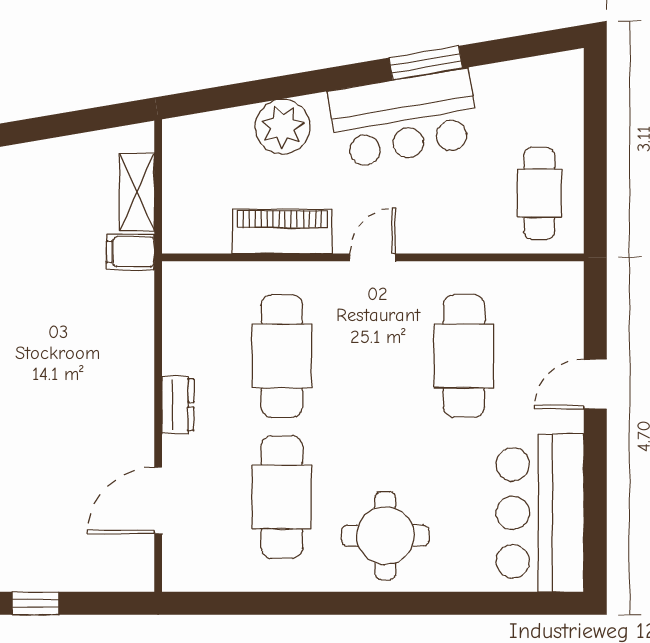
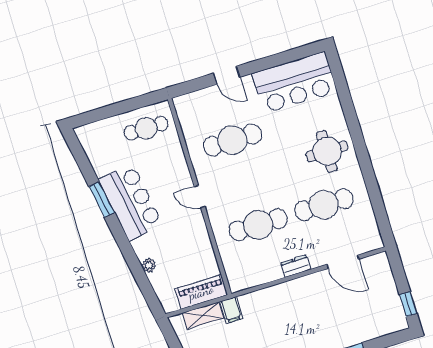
plant: (283, 127) -> (149, 265), width x0.53, depth x0.53
piano: (282, 231) -> (201, 292), moved, turned 90

